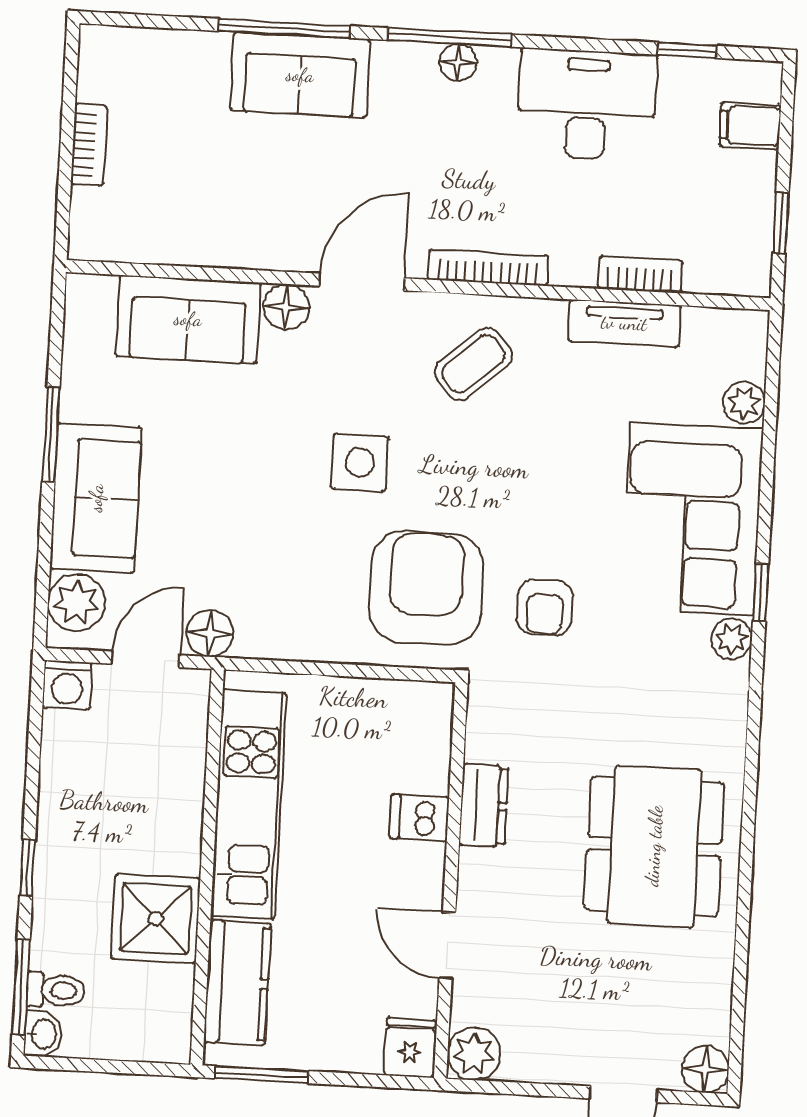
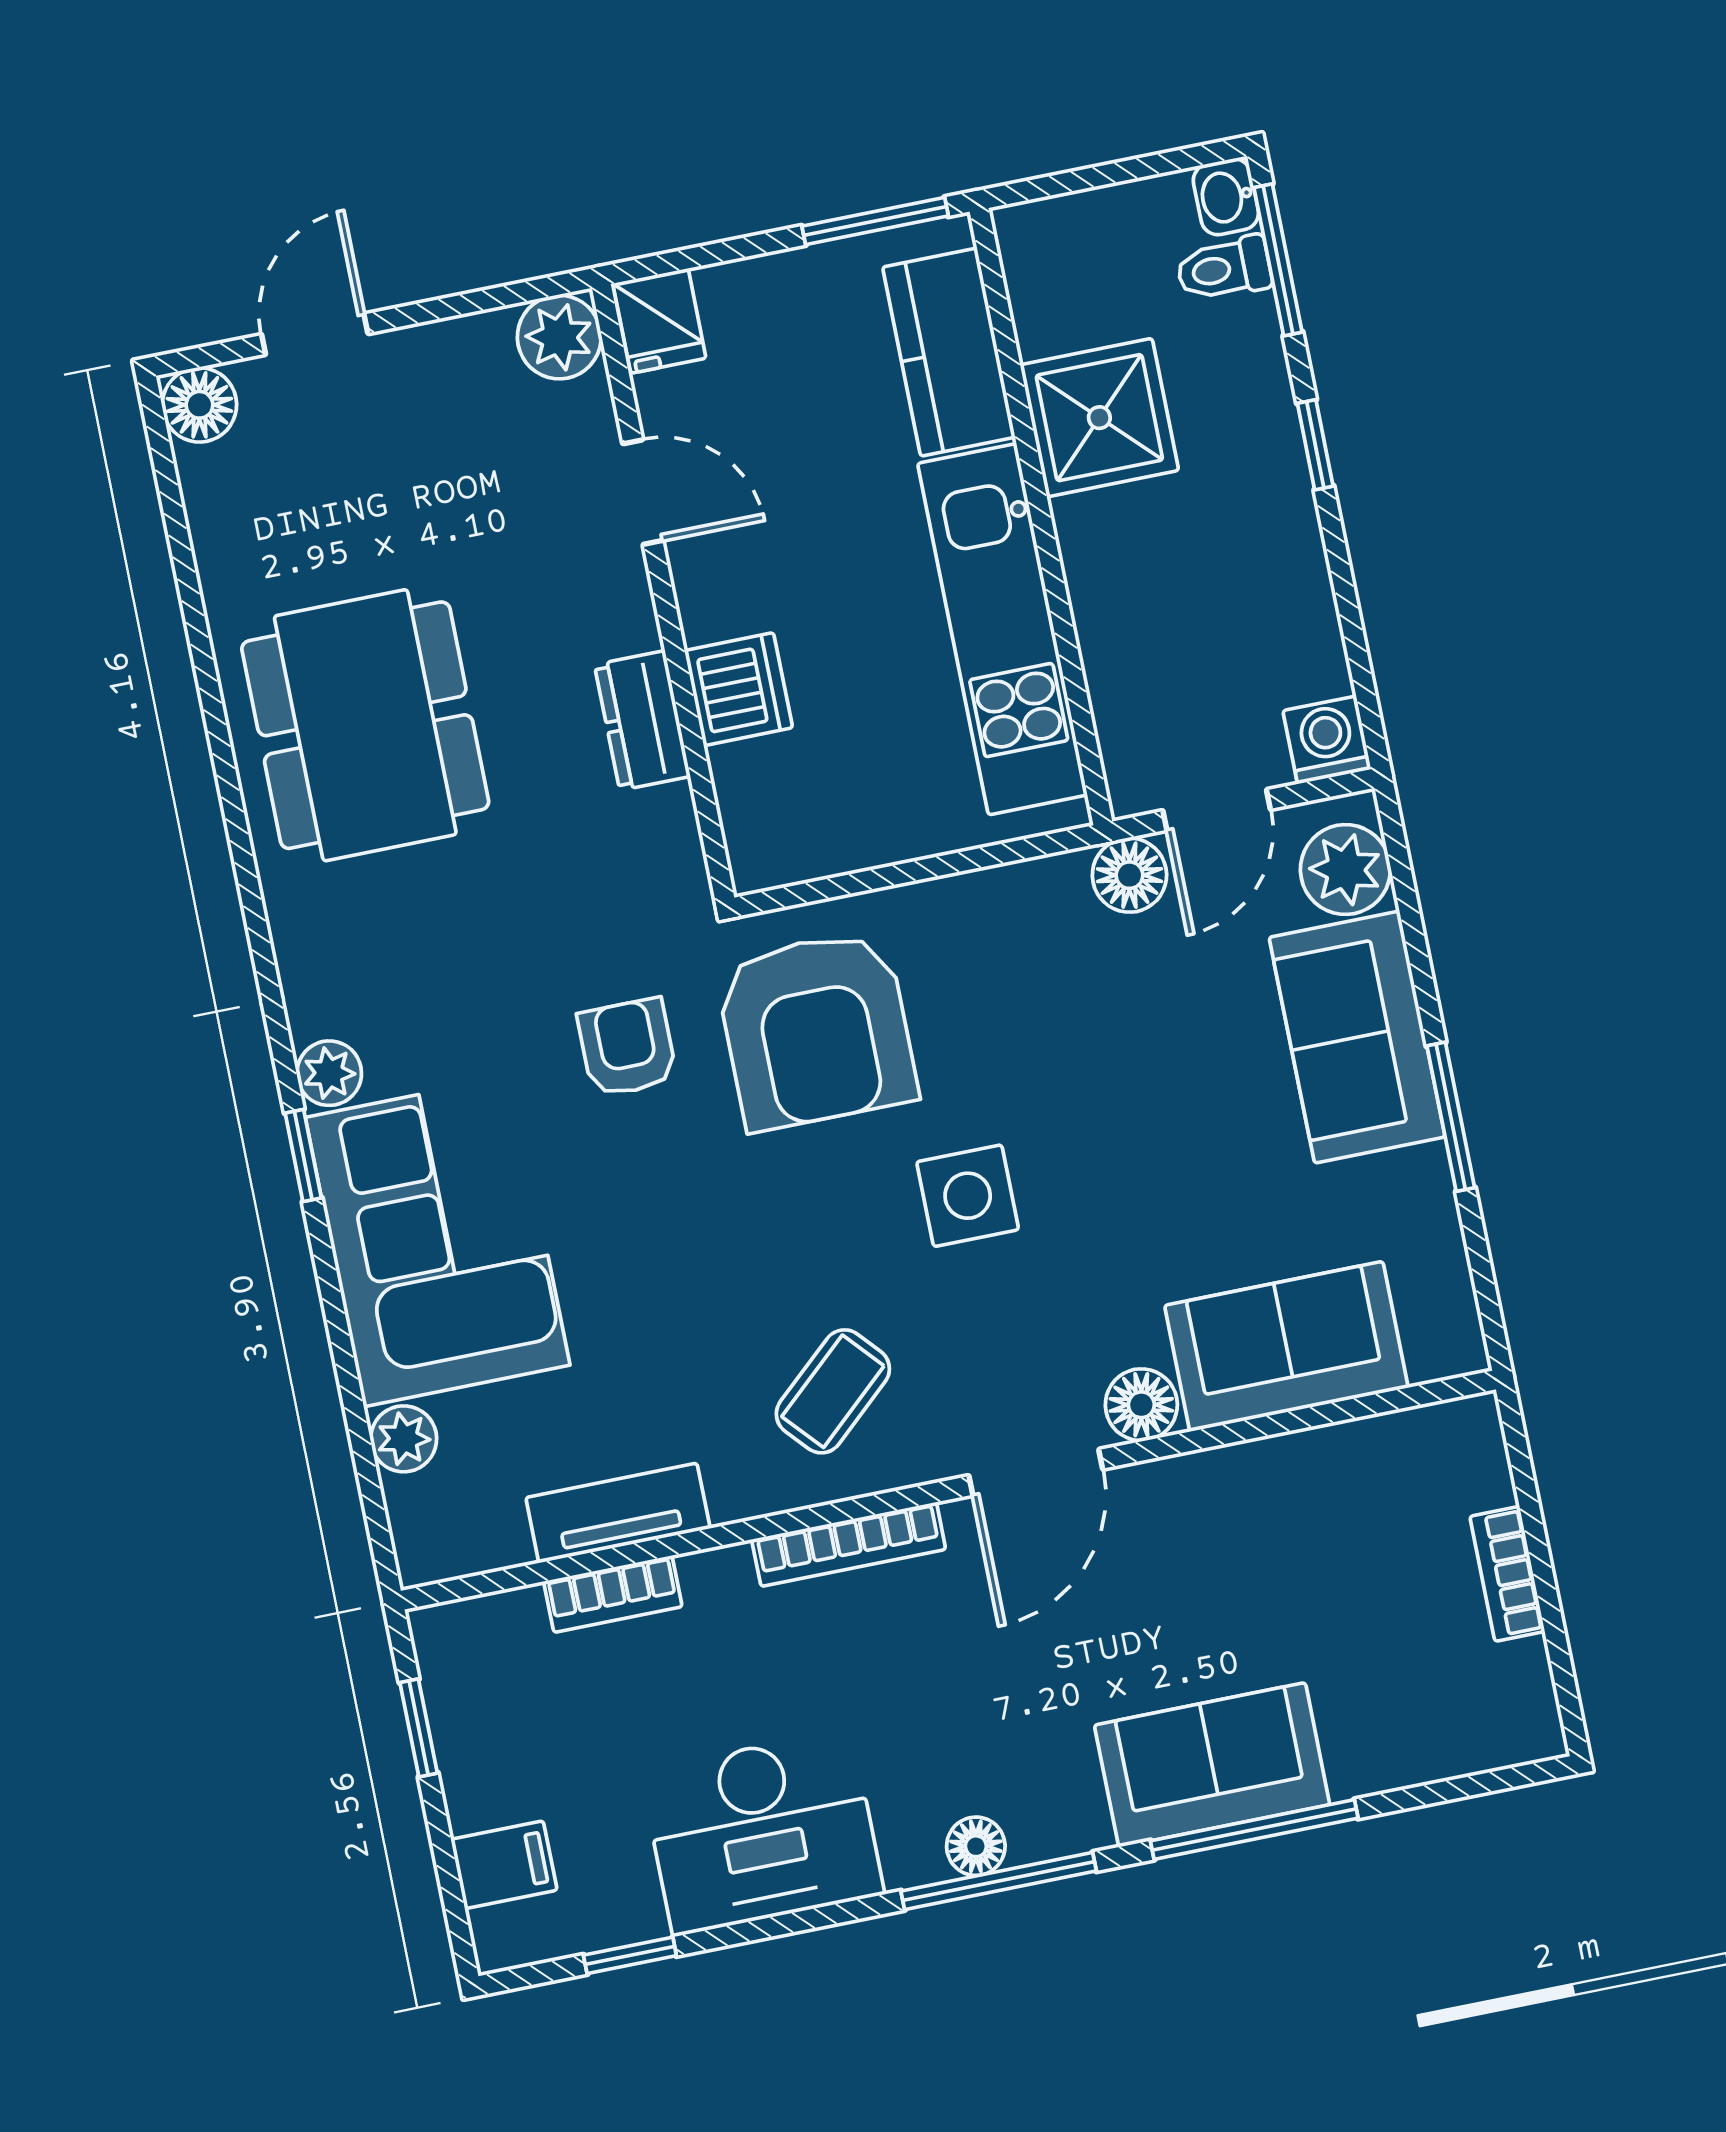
dishwasher: (419, 818) -> (739, 689), width x1.38

